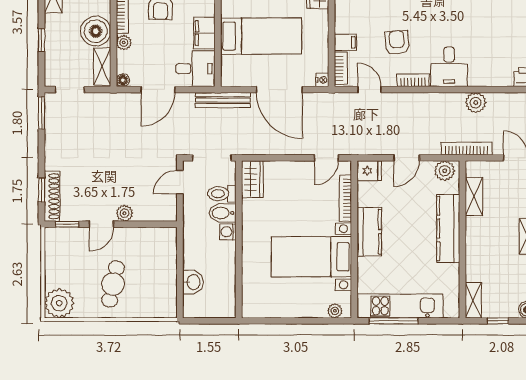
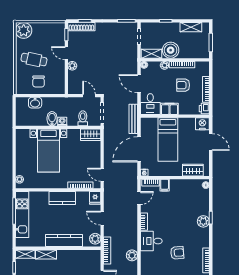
armchair: (397, 43) -> (177, 253), moved
shelving: (474, 197) -> (46, 254), moved
bidet: (223, 213) -> (52, 119), moved
bed with nightstands: (311, 257) -> (48, 151), moved, turned 180
chair: (154, 276) -> (39, 81), added

